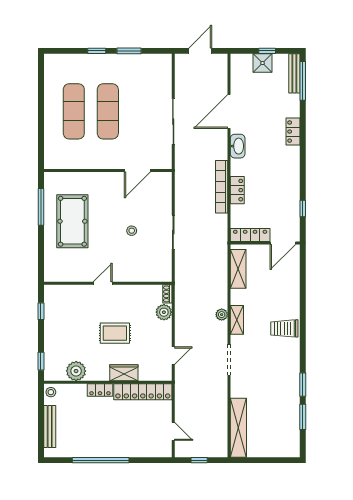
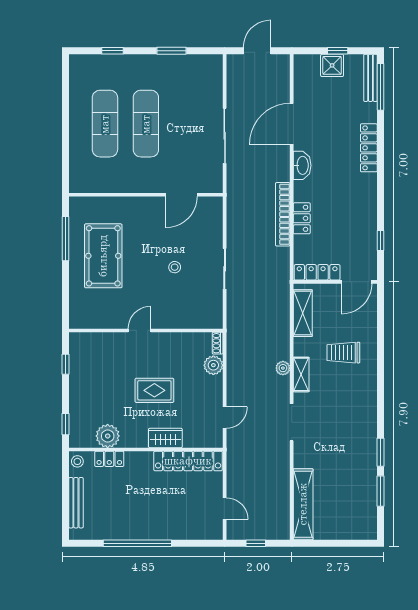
window: (97, 51) -> (113, 51), moved
locker: (293, 132) -> (369, 148), width x1.53
trolley: (284, 328) -> (343, 353), moved
locker: (100, 390) -> (109, 459), moved

